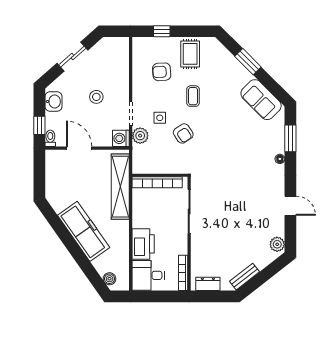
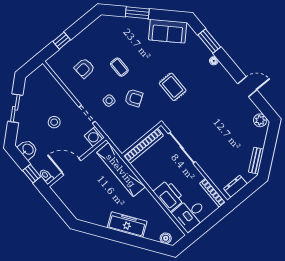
rug: (190, 54) -> (173, 87), moved
plant: (140, 136) -> (106, 124), removed
freezer: (84, 231) -> (127, 225), width x0.73, depth x0.79

